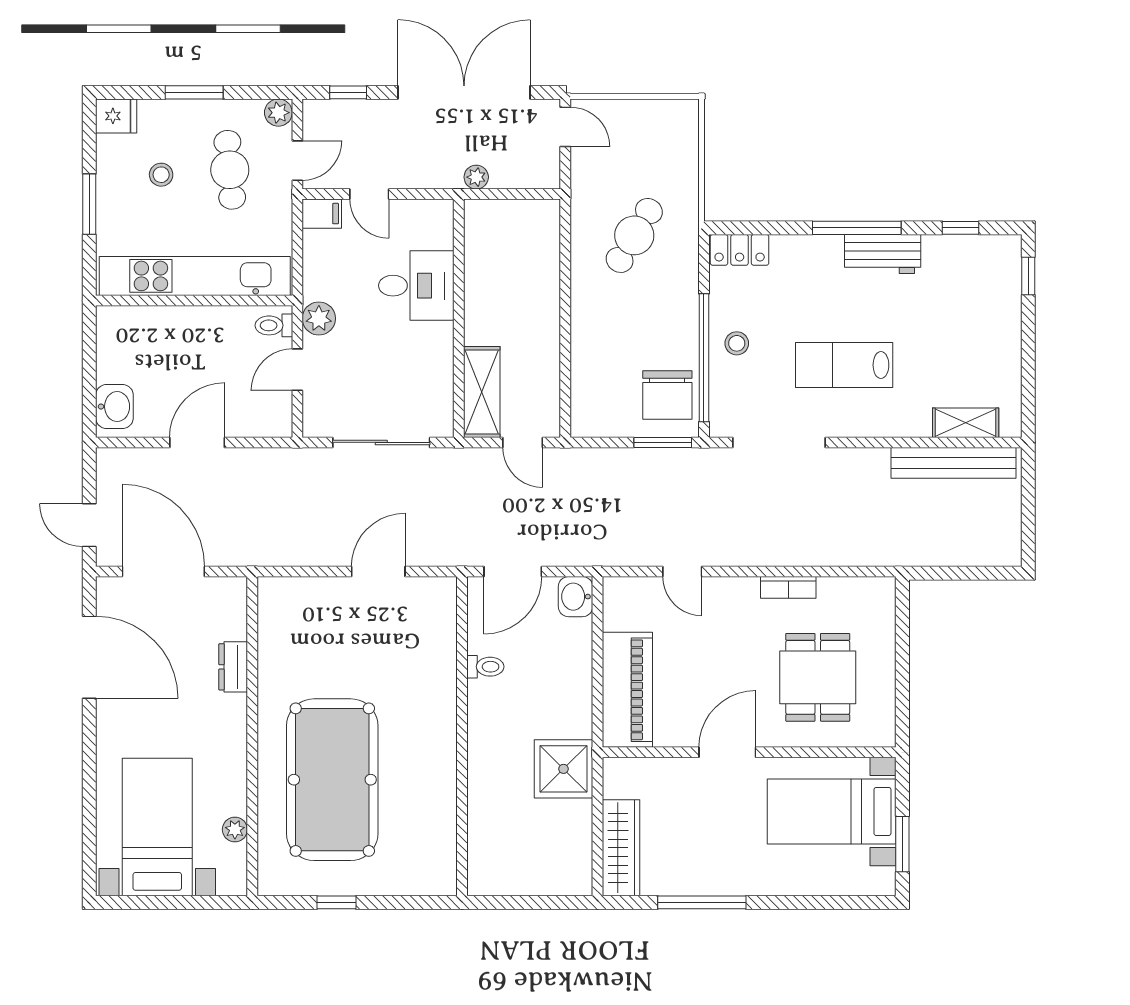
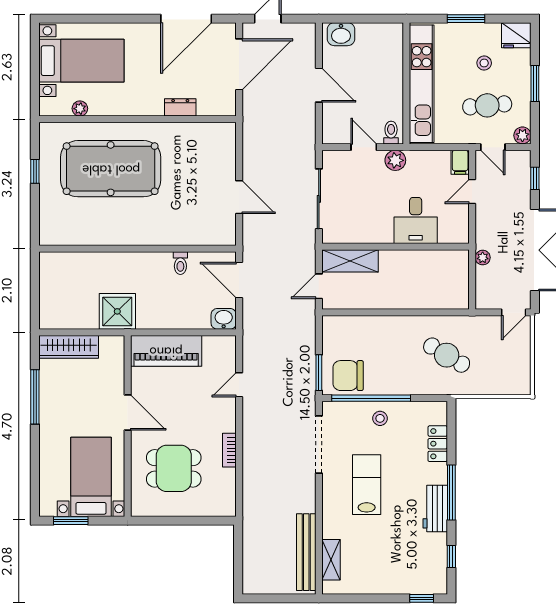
fridge: (116, 116) -> (516, 35), width x1.38
locker: (740, 250) -> (438, 444), moved

